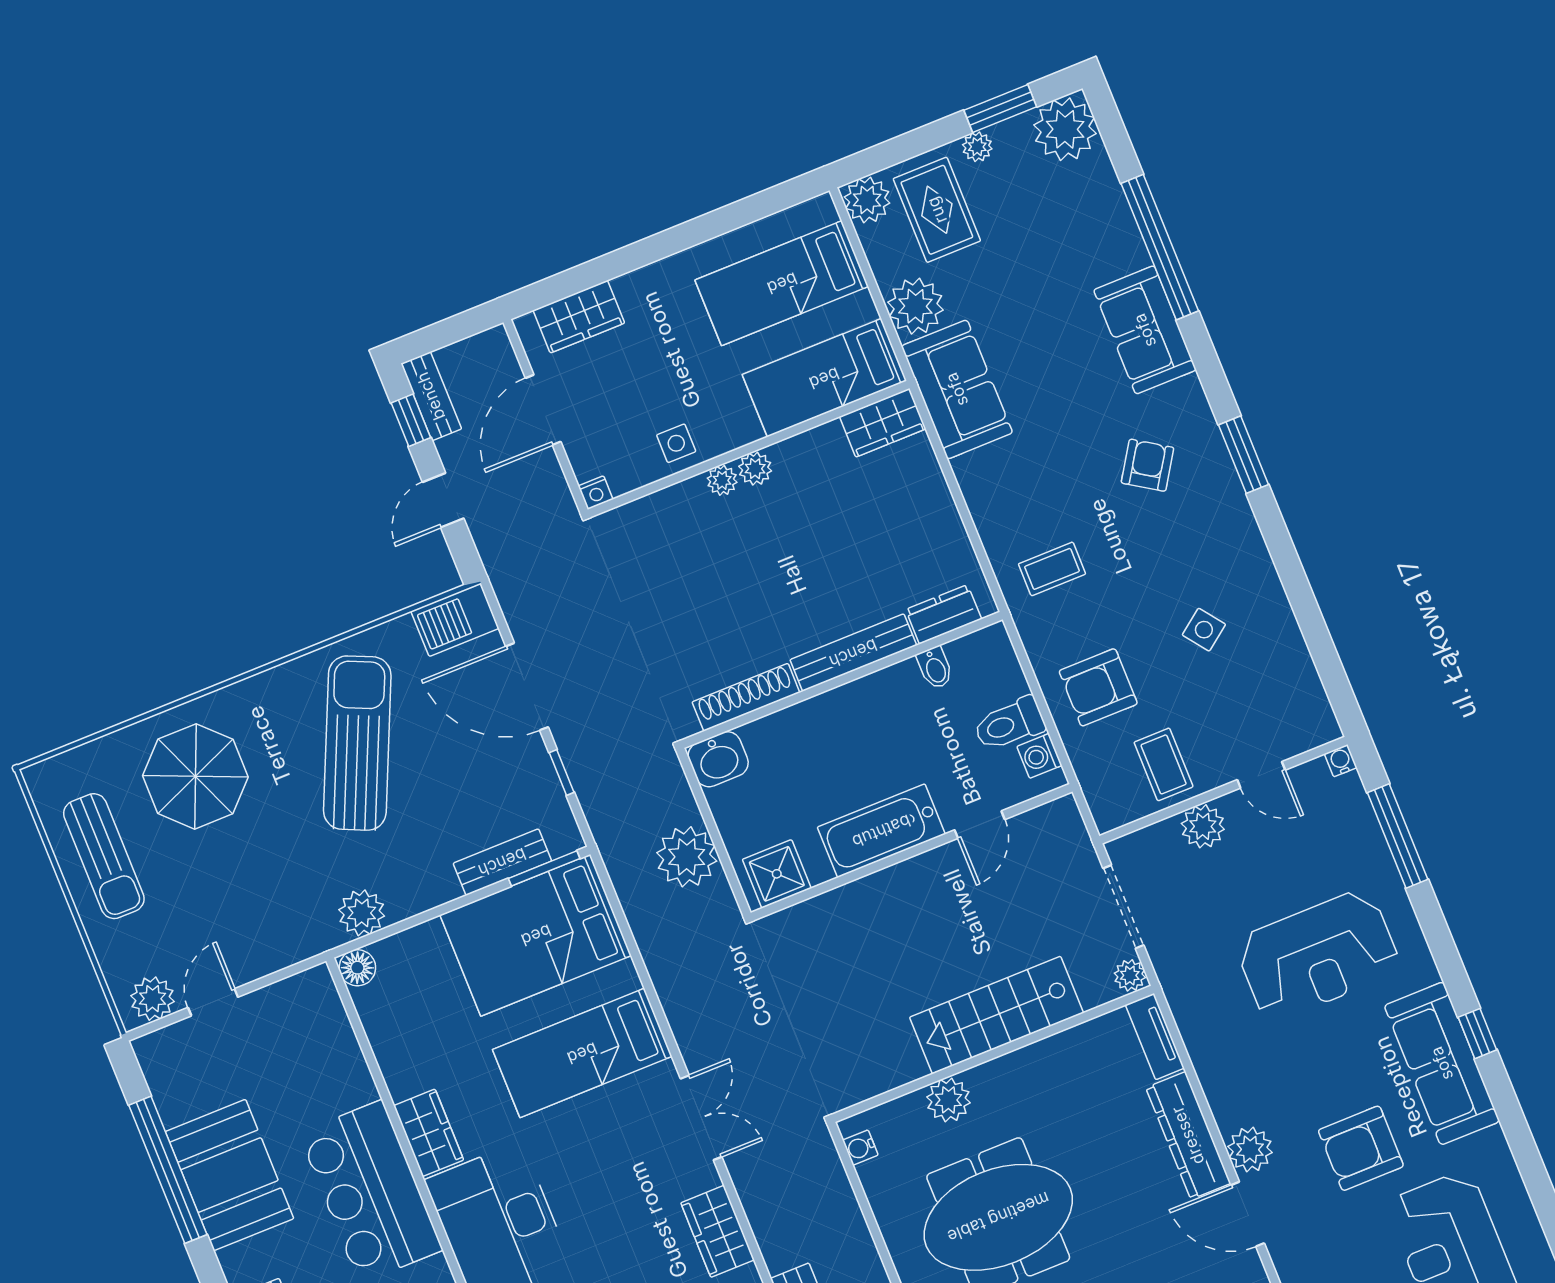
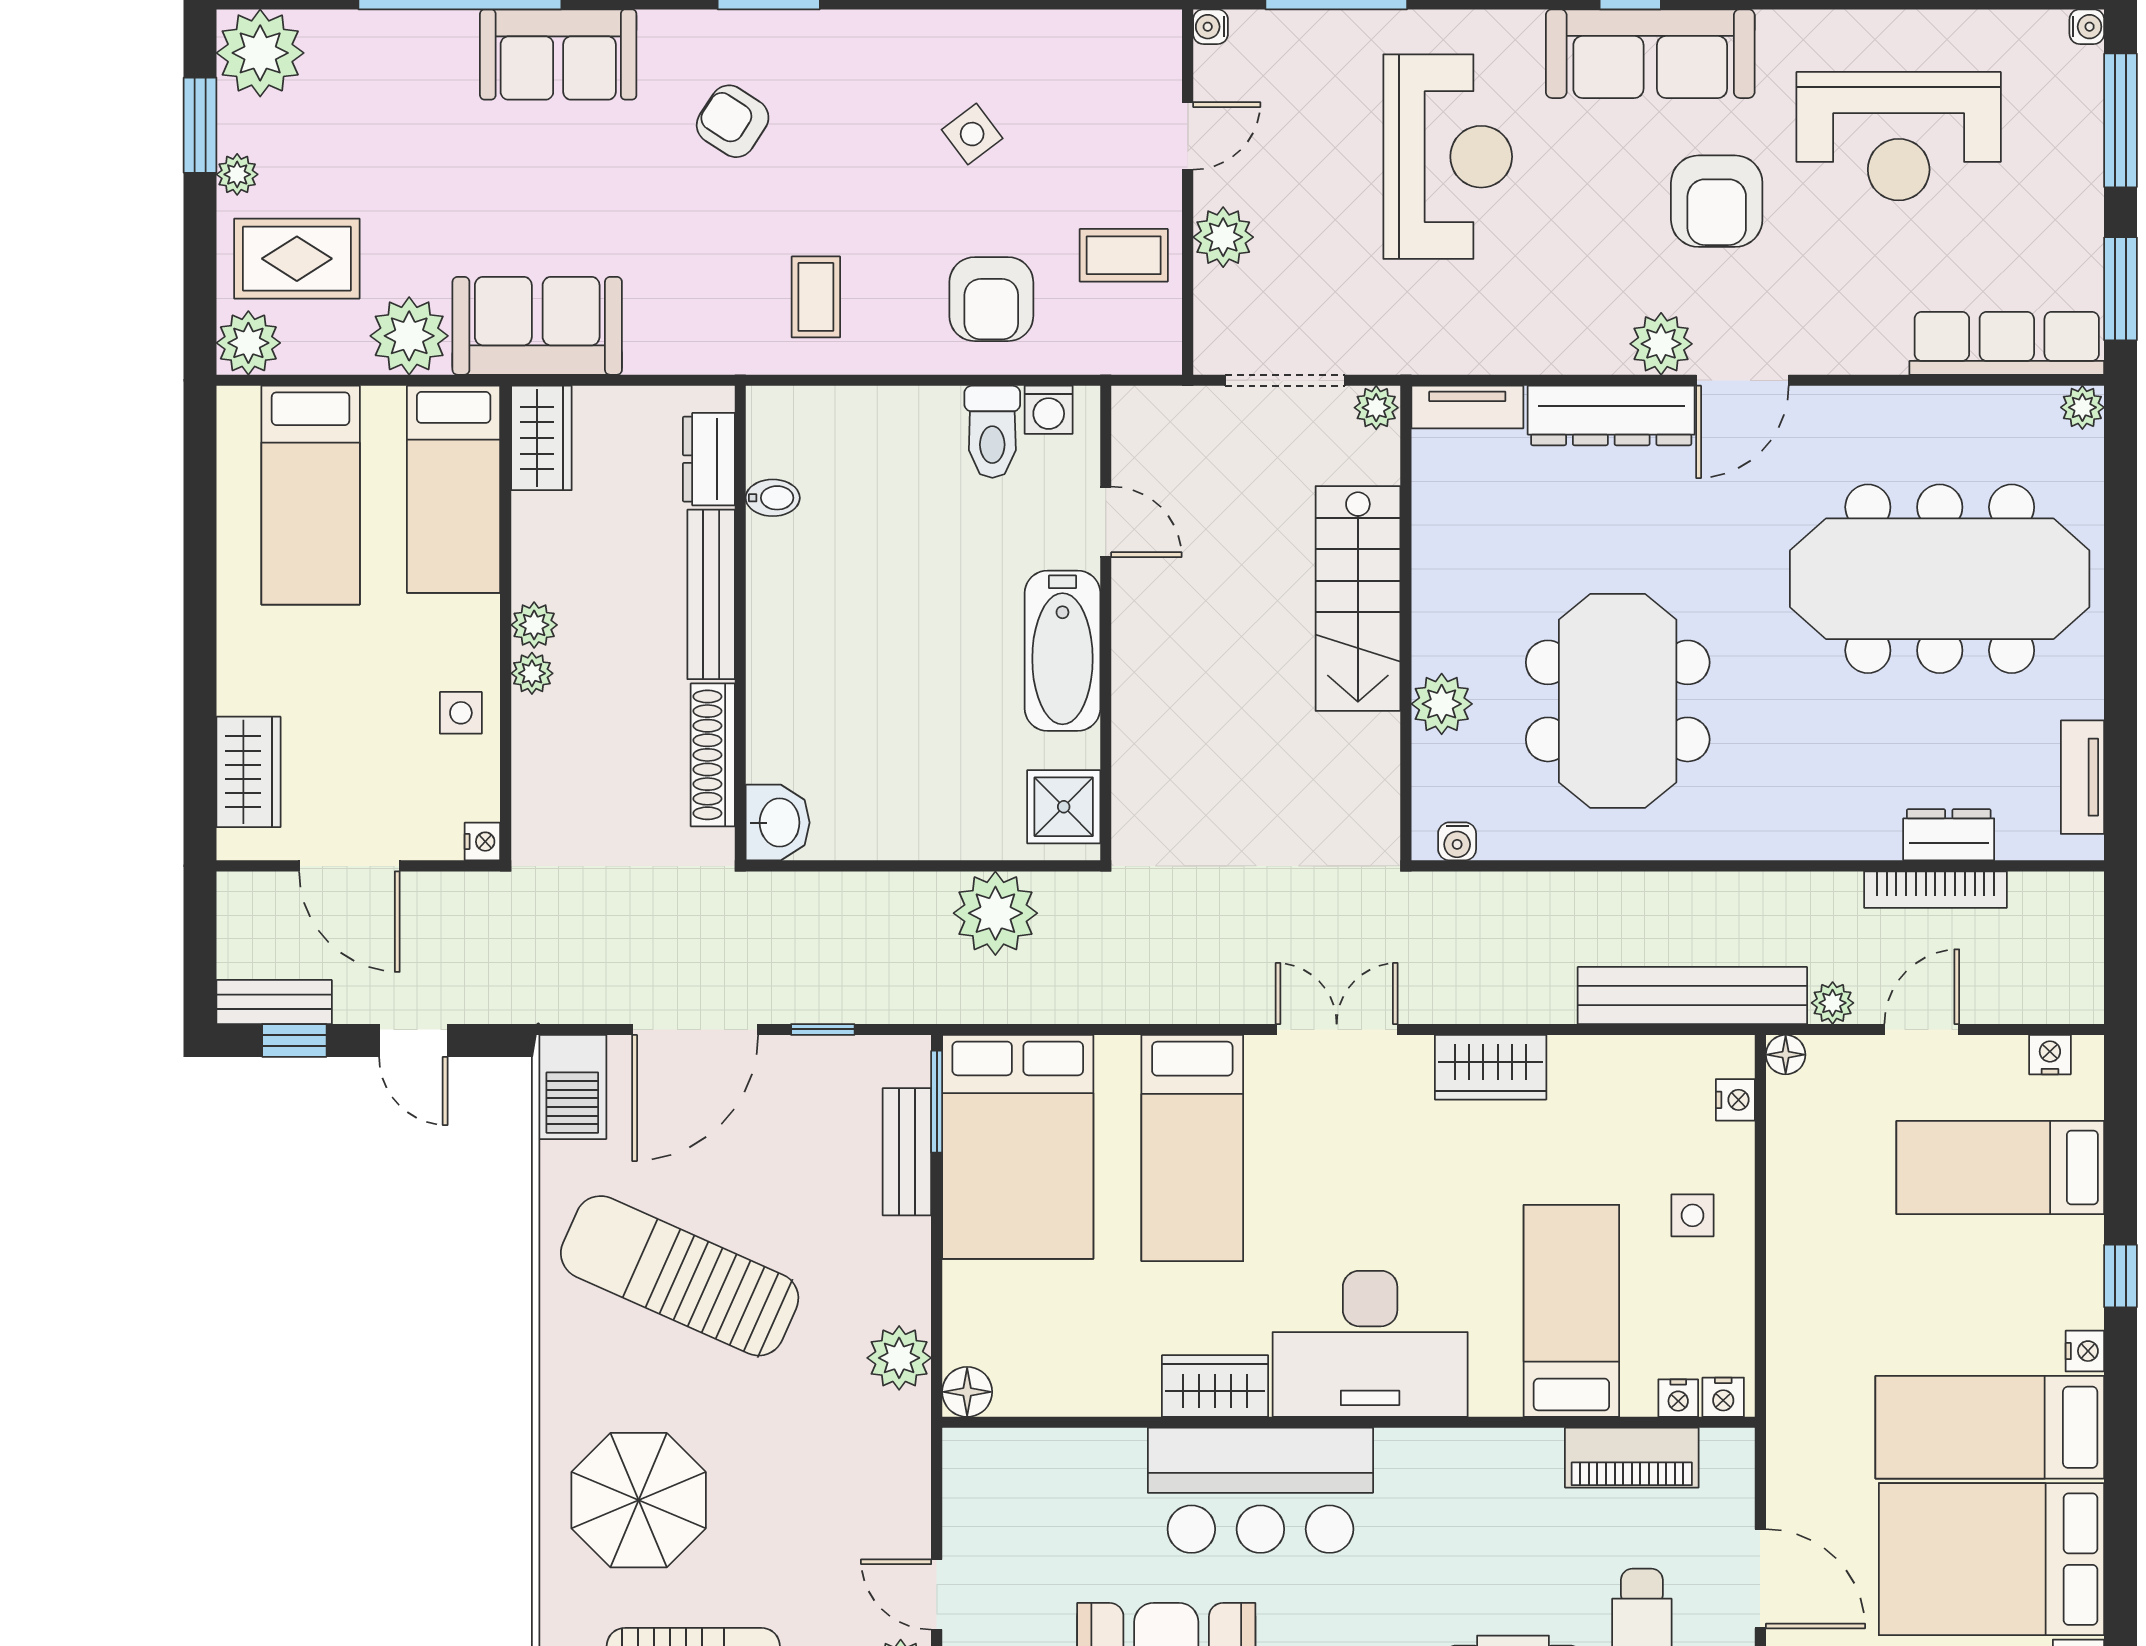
dresser: (944, 614) -> (709, 459), moved
bench: (853, 653) -> (711, 594), moved
bidet: (935, 668) -> (773, 498), moved
wall: (842, 680) -> (740, 623), moved
shoe rack: (746, 697) -> (713, 755), moved
washbasin: (718, 759) -> (778, 823), moved

